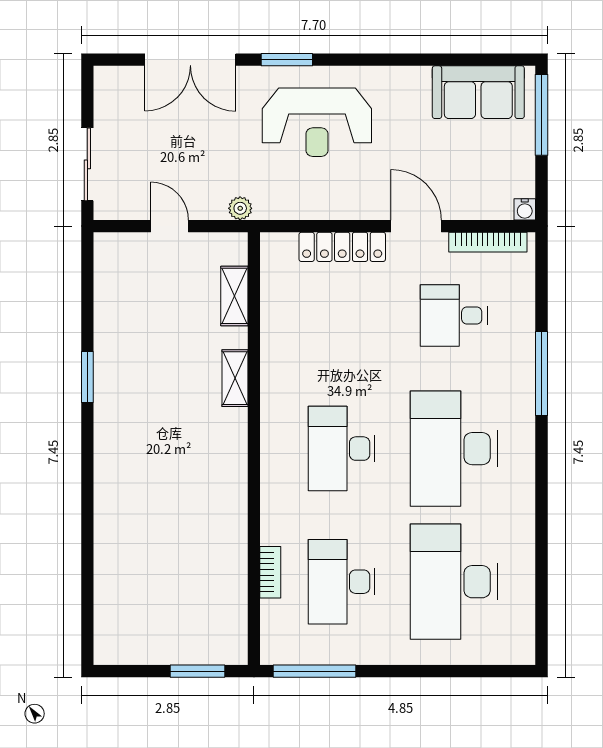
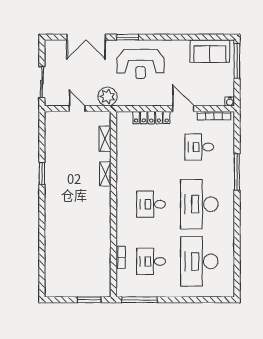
plant: (240, 208) -> (108, 97), width x1.87, depth x1.87
desk: (342, 449) -> (151, 204), width x0.73
desk: (342, 582) -> (151, 261), width x0.73

